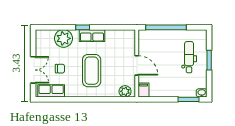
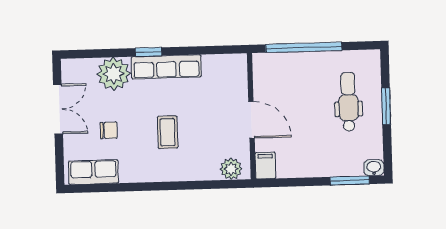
row of seats: (92, 36) -> (166, 67), width x1.48
double door: (33, 70) -> (58, 109), moved
coffee table: (92, 71) -> (168, 132), width x0.54, depth x0.58

